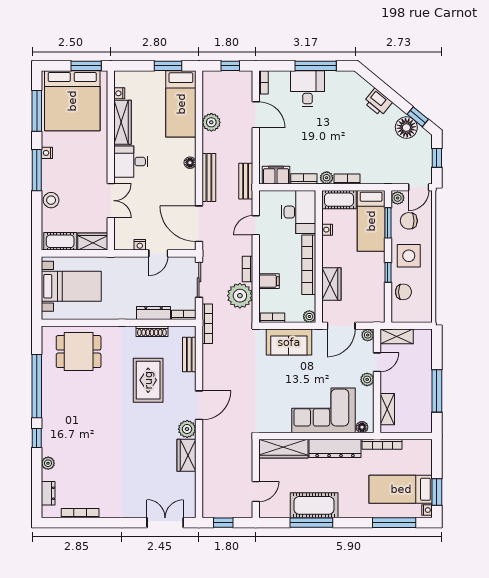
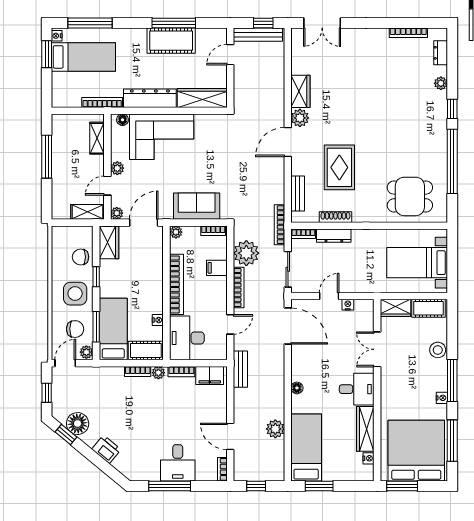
bench: (209, 177) -> (258, 35), moved, turned 90
bookcase: (247, 269) -> (239, 288), width x1.56
wardrobe: (331, 284) -> (109, 242), moved, turned 180

